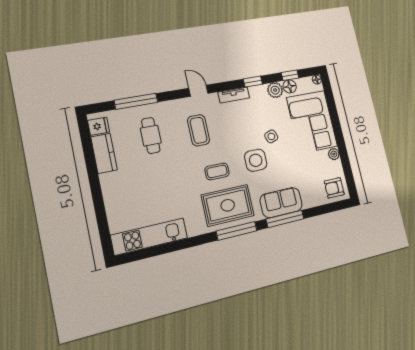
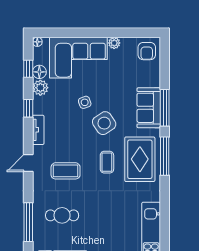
side table: (256, 160) -> (104, 123), turned -34

